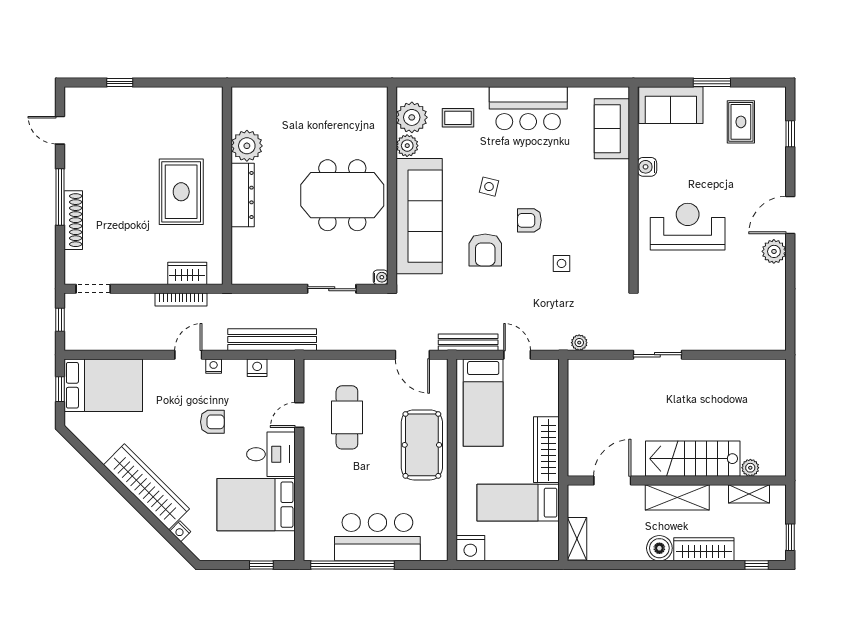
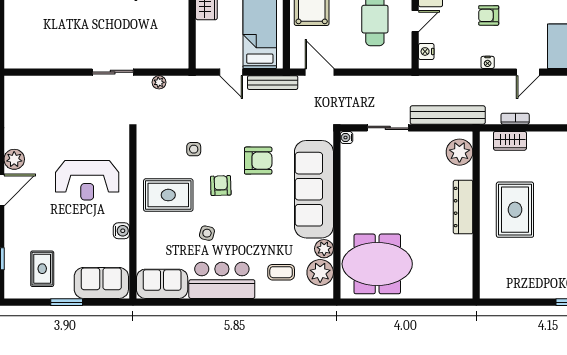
sofa: (612, 129) -> (162, 284), moved, turned -90
plant: (247, 146) -> (459, 152), moved
side table: (489, 187) -> (207, 233), moved
meeting table: (342, 195) -> (377, 264), moved
rug: (592, 209) -> (168, 195), added
armchair: (529, 220) -> (221, 186), turned -92
armchair: (485, 250) -> (258, 161), turned 90
bookcase: (181, 299) -> (515, 119), width x0.64
bench: (272, 340) -> (448, 115), moved
plant: (579, 343) -> (159, 82), moved
door: (188, 355) -> (528, 72), moved
nightstand: (257, 368) -> (426, 51), moved, turned 90

